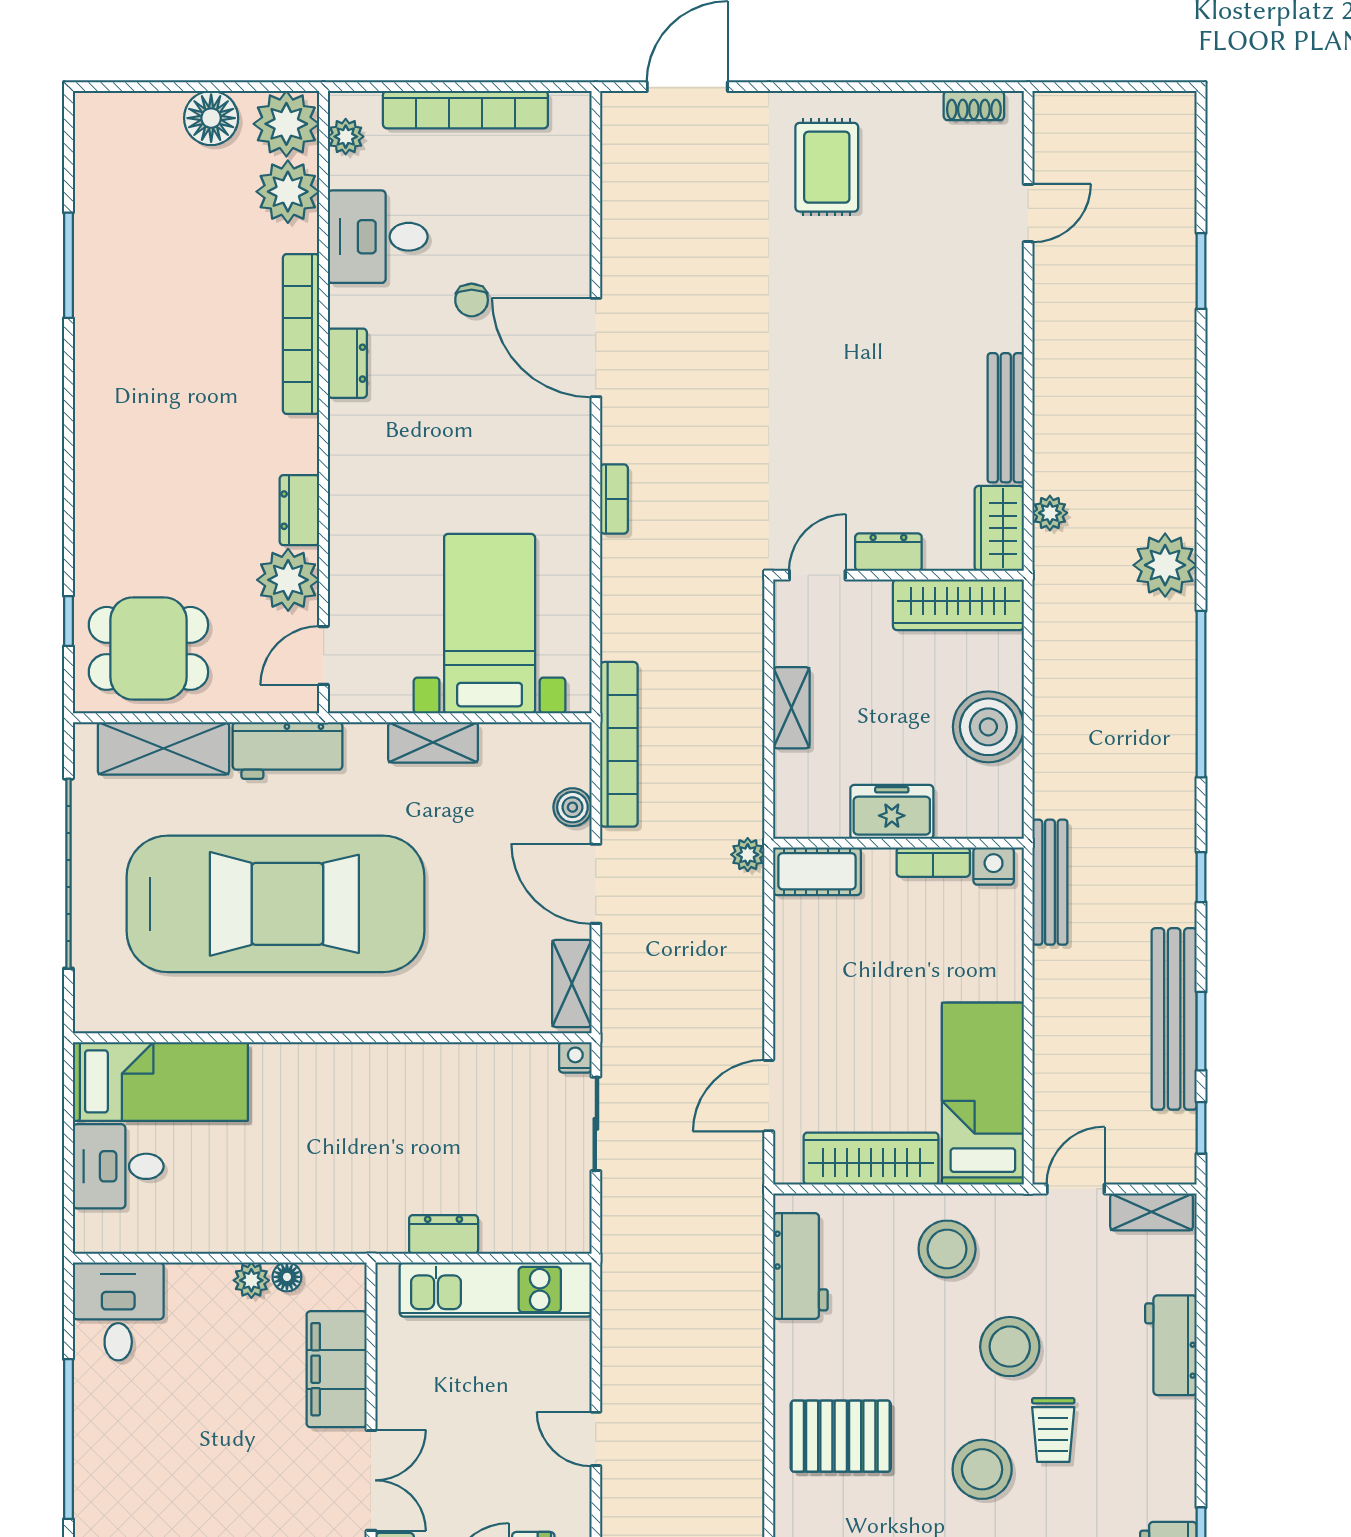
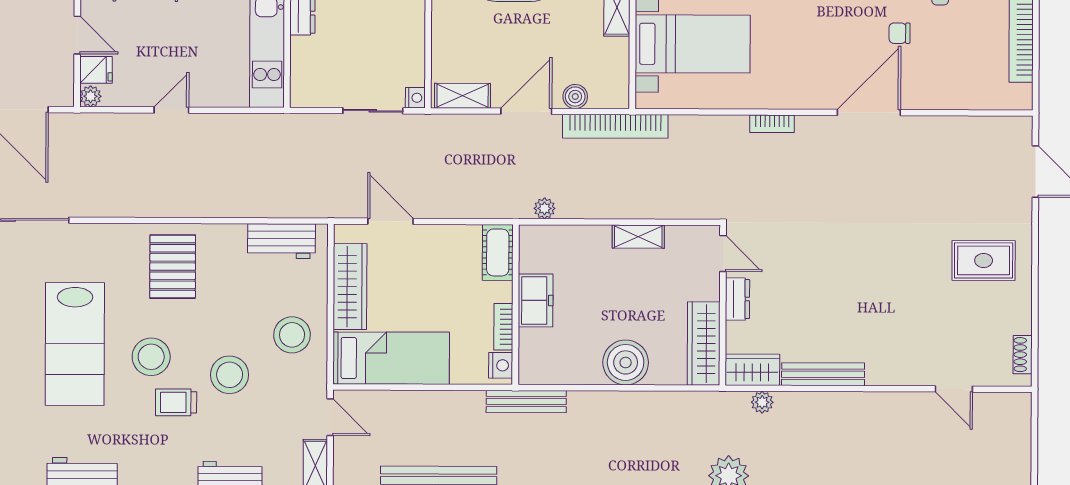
freezer: (892, 812) -> (536, 300), moved
wall: (898, 843) -> (516, 305), moved
bookcase: (933, 862) -> (503, 327), moved
nightstand: (994, 866) -> (501, 365), moved
cot: (817, 871) -> (498, 252), moved

